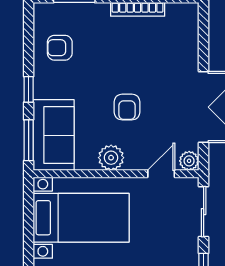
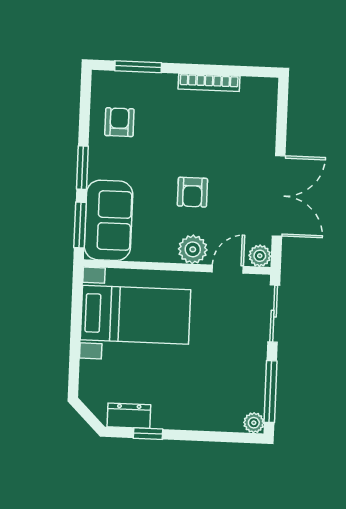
armchair: (60, 48) -> (119, 122), turned 90
window: (29, 89) -> (82, 168), width x1.50
plant: (111, 158) -> (193, 249), moved

